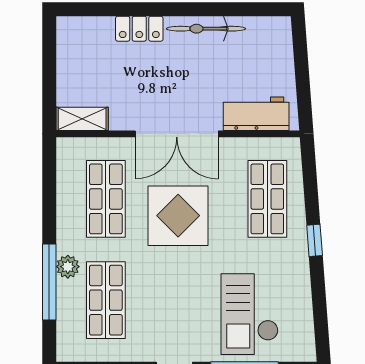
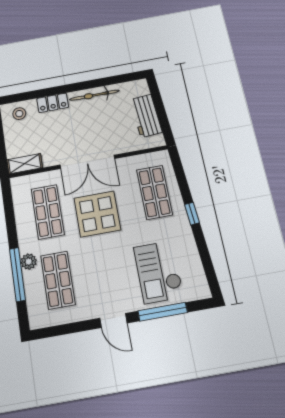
stool: (85, 36) -> (19, 114), added
workbench: (256, 114) -> (146, 116), moved, turned -94

